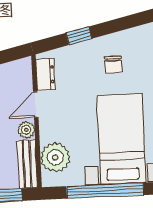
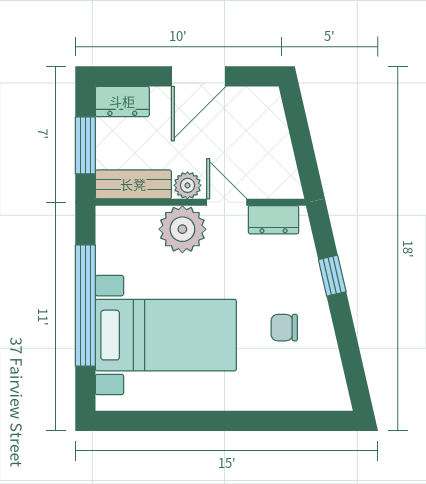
plant: (55, 157) -> (182, 229), moved

